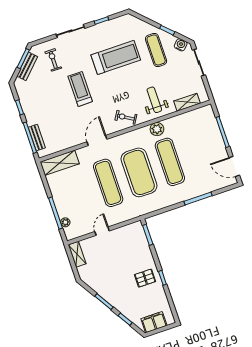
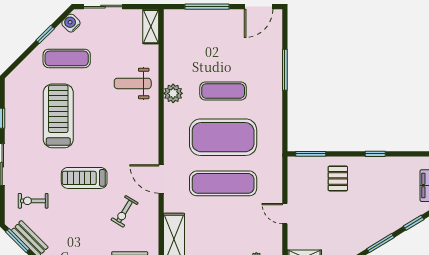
shelving: (187, 102) -> (151, 27), moved
exercise bike: (126, 117) -> (124, 211), moved
exercise mat: (170, 162) -> (223, 91), width x0.73, depth x0.69
pallet: (145, 278) -> (338, 178), moved

